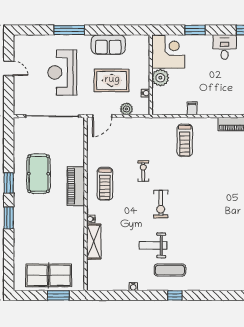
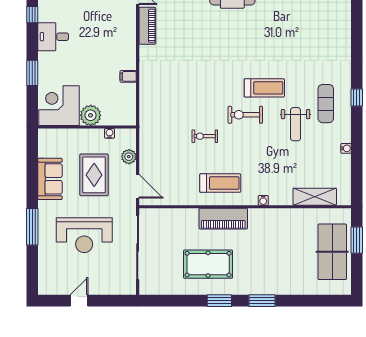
treadmill: (185, 140) -> (264, 88), moved
exercise bike: (161, 204) -> (245, 115), turned 180
shelving: (94, 242) -> (315, 197), moved

